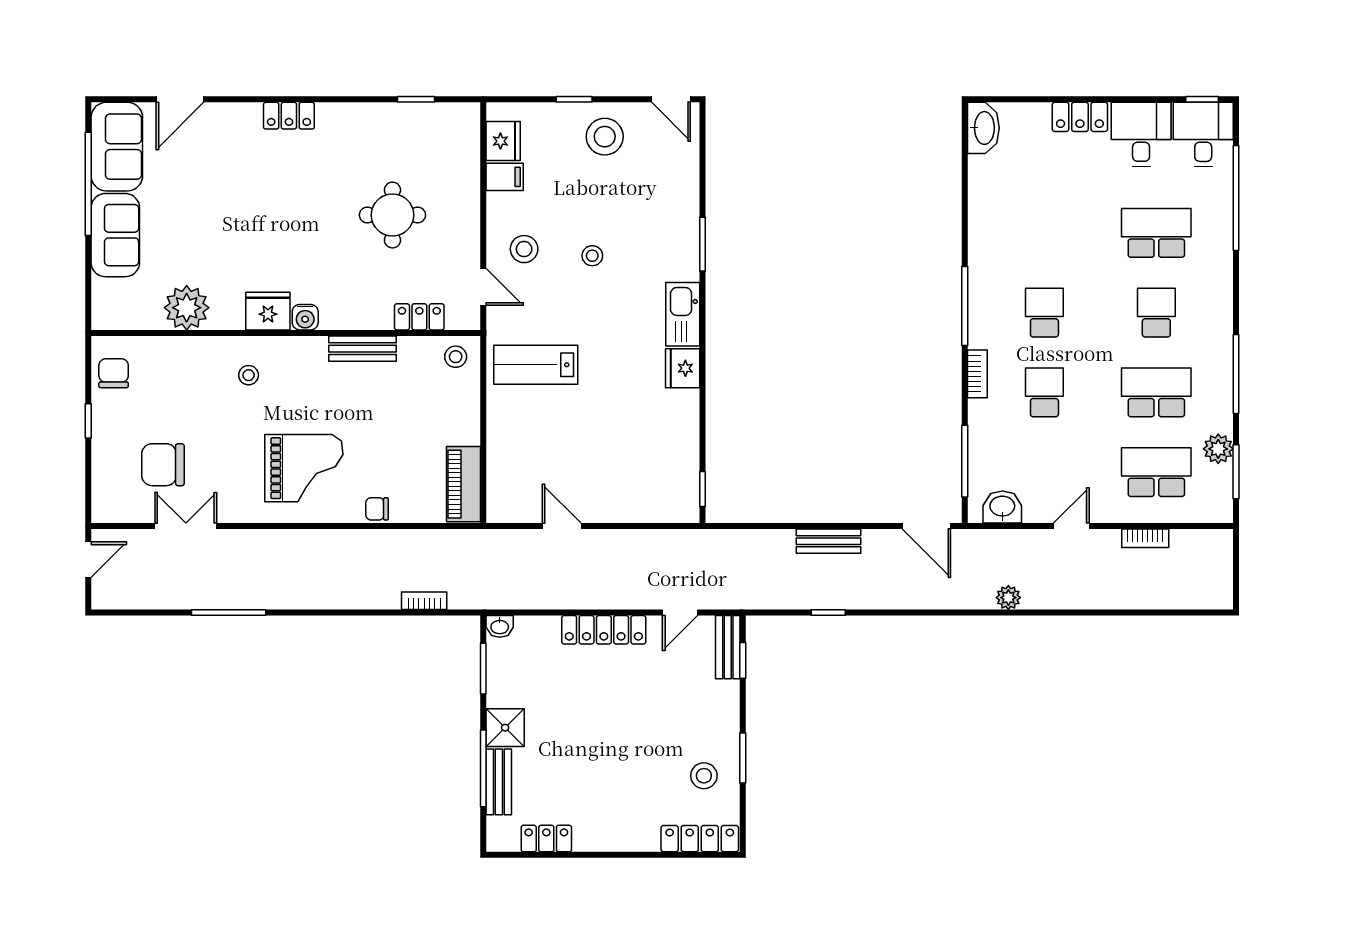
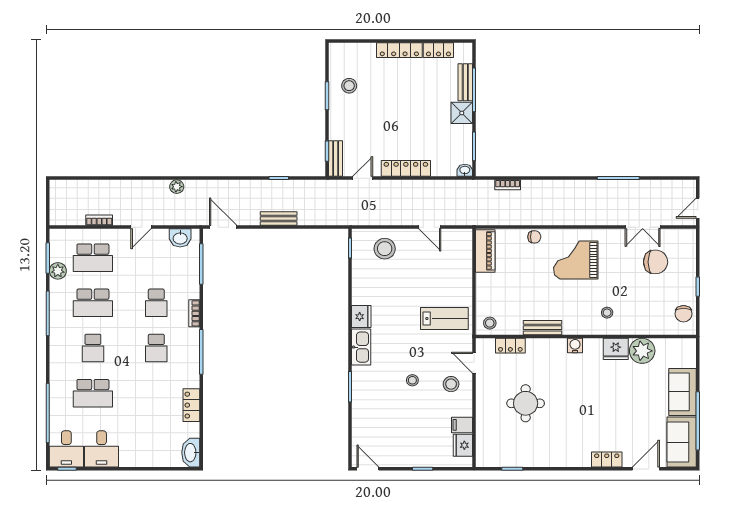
locker: (289, 116) -> (607, 460), moved
locker: (1080, 117) -> (191, 405), moved, turned -90
stool: (605, 137) -> (385, 249), moved
fridge: (268, 311) -> (616, 349), moved
locker: (700, 839) -> (399, 50), moved

